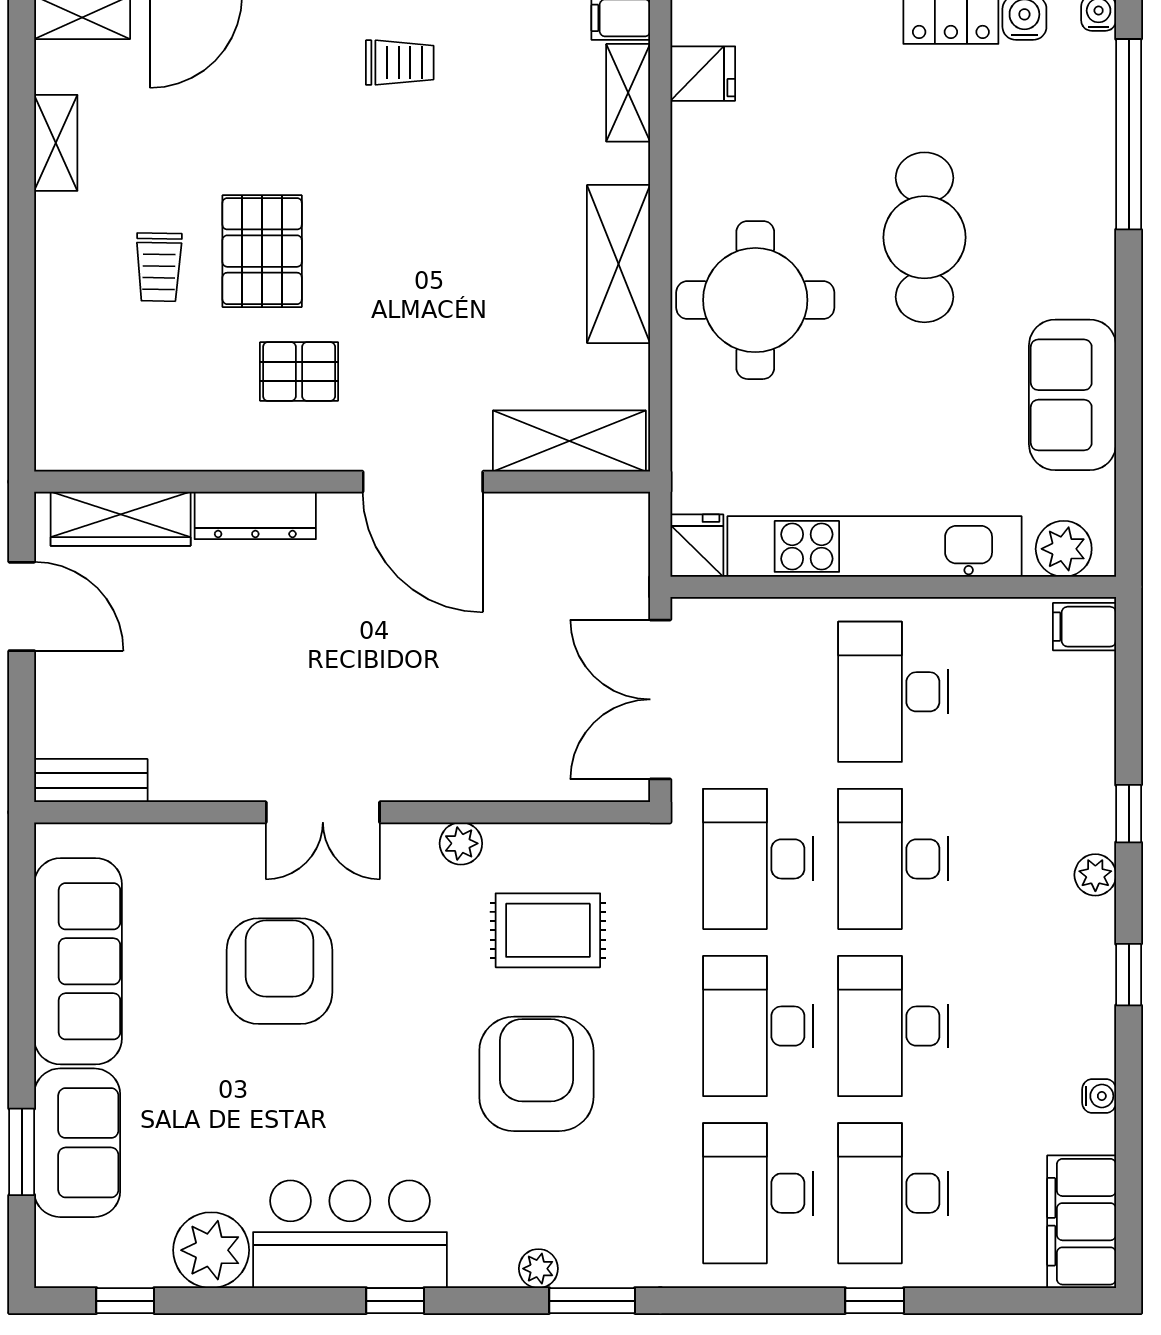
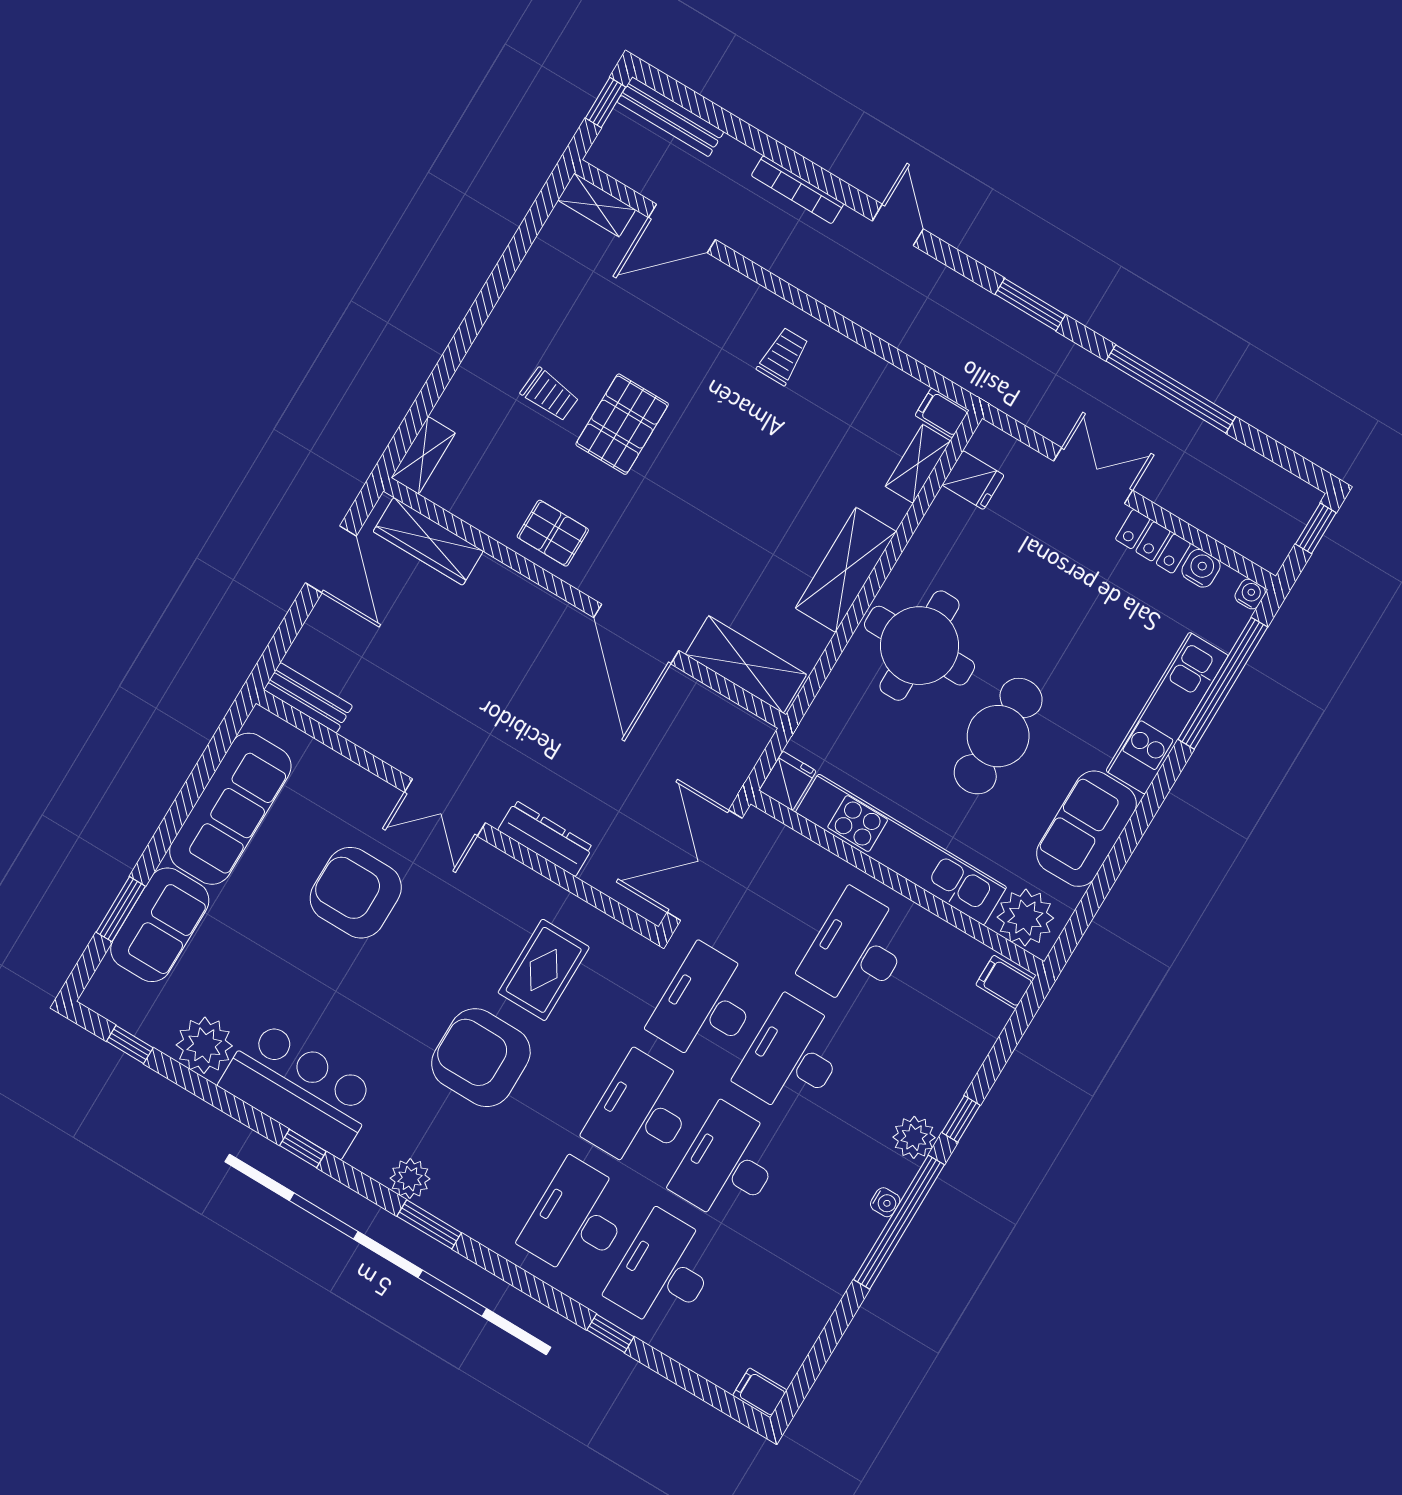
trolley: (400, 63) -> (783, 356), turned -90
shelving: (56, 143) -> (423, 455), moved
kitchen unit: (1085, 207) -> (1167, 713), added
cafe table: (924, 237) -> (998, 736), moved
trolley: (159, 267) -> (550, 395), turned -86
pallet: (299, 371) -> (553, 533), moved
dresser: (255, 515) -> (545, 838), moved, turned 180
plant: (1064, 549) -> (1025, 918), width x1.36, depth x1.36
plant: (461, 843) -> (521, 881), removed
plant: (1095, 875) -> (914, 1137), width x1.38, depth x1.38
rug: (548, 930) -> (544, 970), turned 90
armchair: (279, 971) -> (356, 893), turned -90
window: (1129, 975) -> (899, 1222), width x3.17
armchair: (536, 1074) -> (481, 1058), turned -90
water cooler: (1099, 1096) -> (885, 1202), moved
filing cabinet: (1082, 1222) -> (760, 1393), width x0.33, depth x0.86
plant: (538, 1269) -> (410, 1179), width x1.38, depth x1.38

